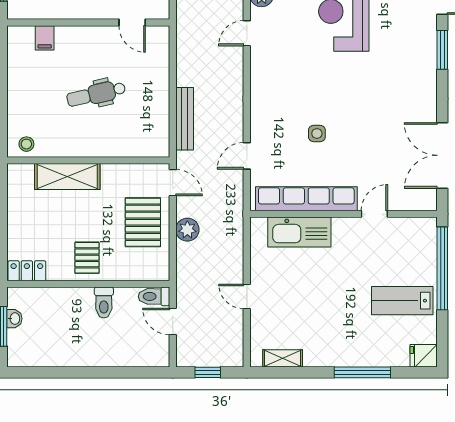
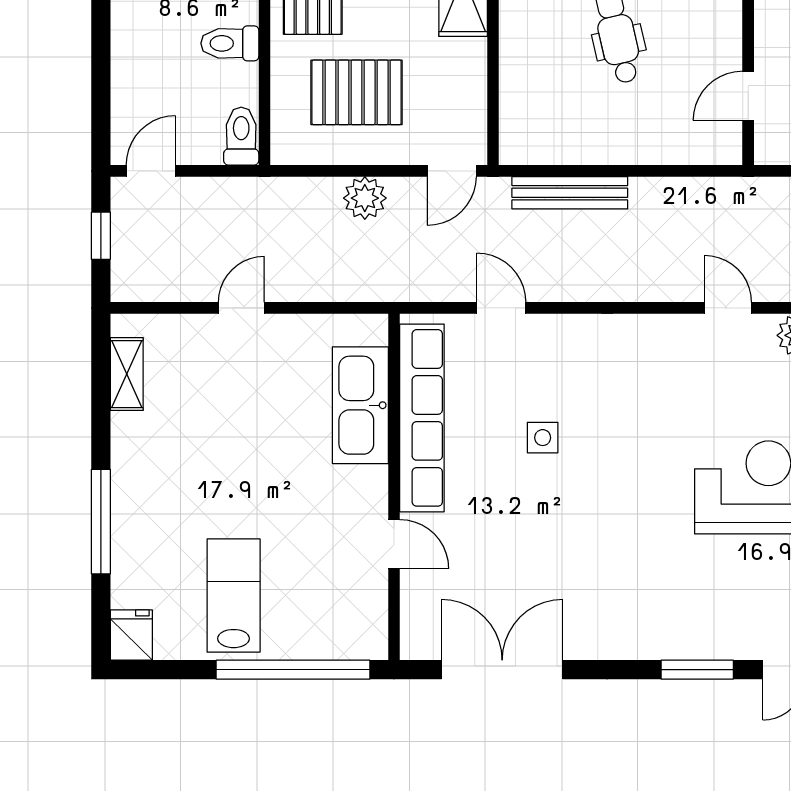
pallet: (143, 222) -> (357, 92), moved
door: (173, 322) -> (151, 171), moved

